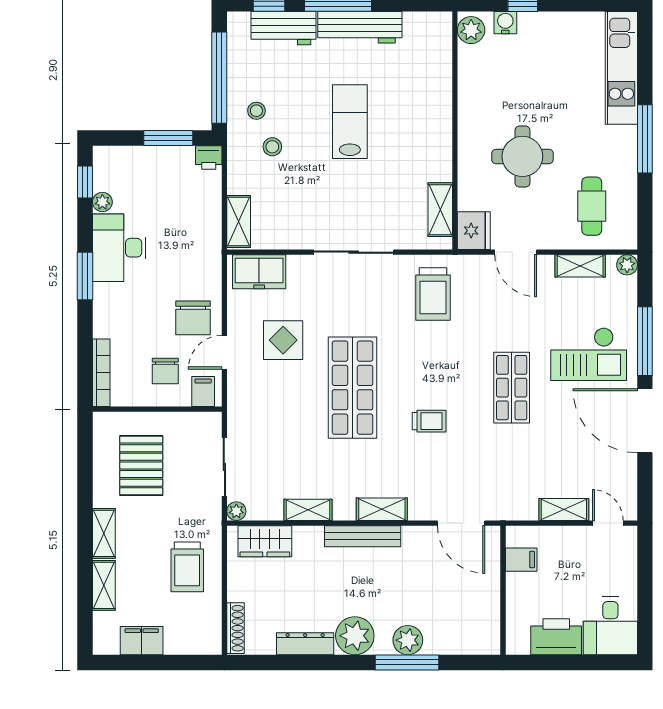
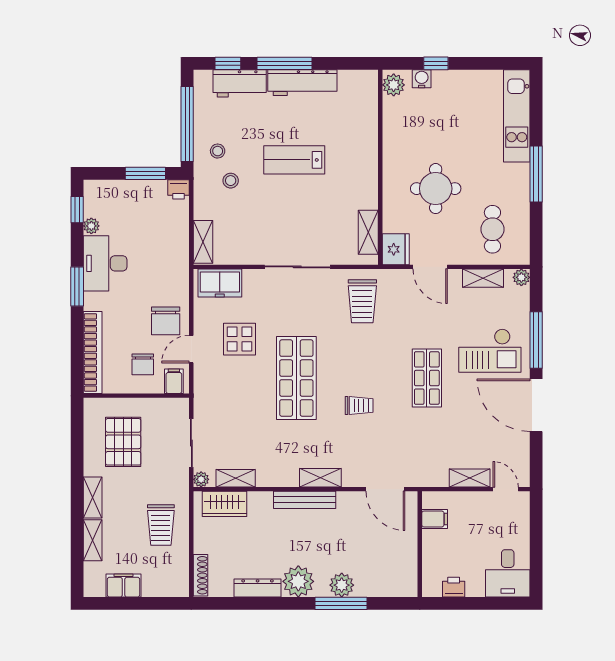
lab bench: (350, 122) -> (294, 160), turned -90
bookcase: (101, 373) -> (93, 352), width x1.48, depth x1.31
shelving: (308, 510) -> (236, 478), moved
printer: (556, 637) -> (454, 587), width x0.53, depth x0.68

